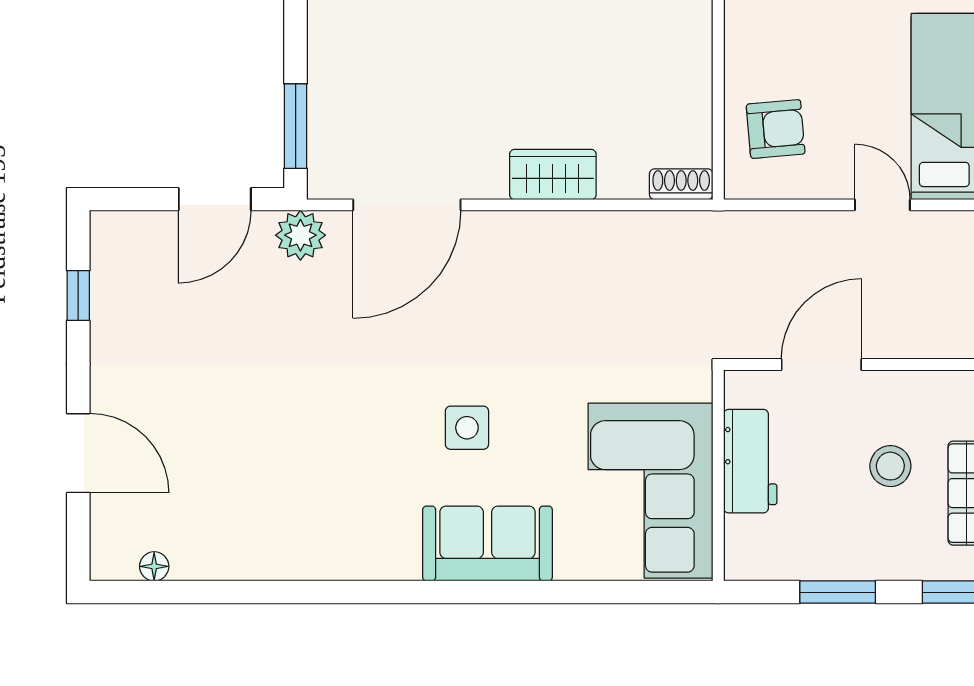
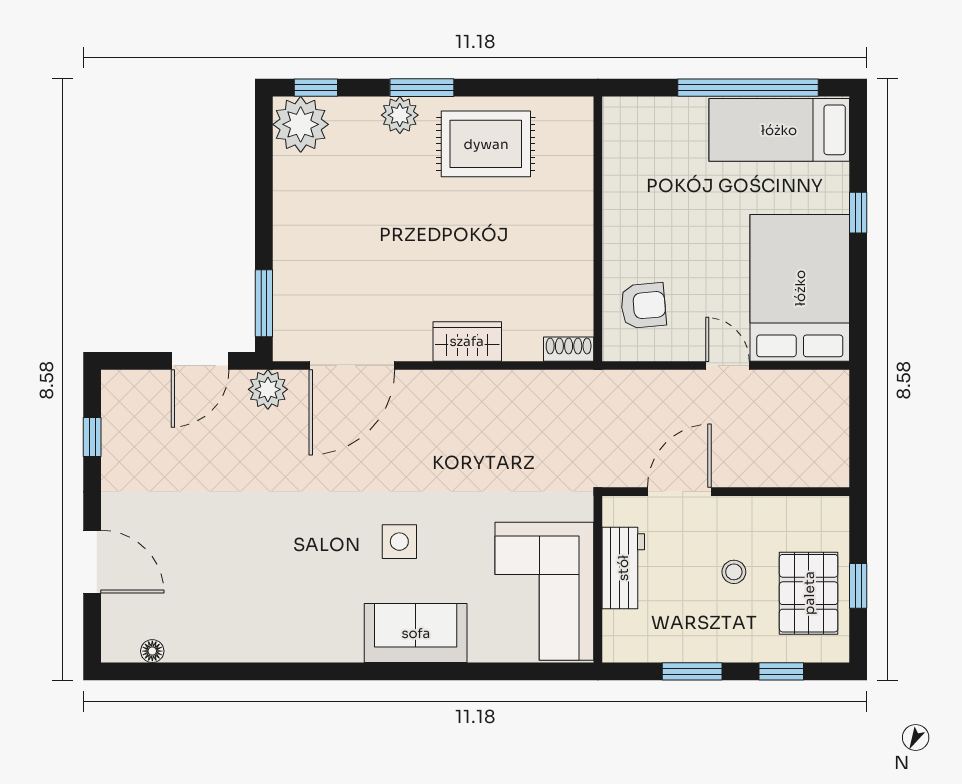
stool: (890, 466) -> (734, 572), width x0.73, depth x0.73

